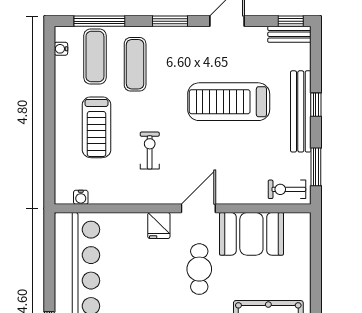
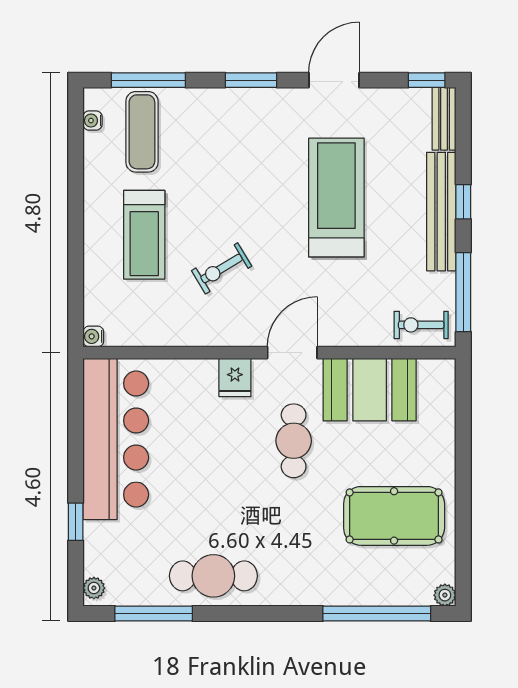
bench: (289, 34) -> (444, 119), moved, turned 90
exercise mat: (135, 64) -> (200, 143), removed
treadmill: (229, 102) -> (336, 198), turned 90
exercise bike: (150, 150) -> (222, 268), turned -121
window: (316, 167) -> (463, 292), width x1.44
water cooler: (81, 197) -> (93, 336), moved, turned 90

